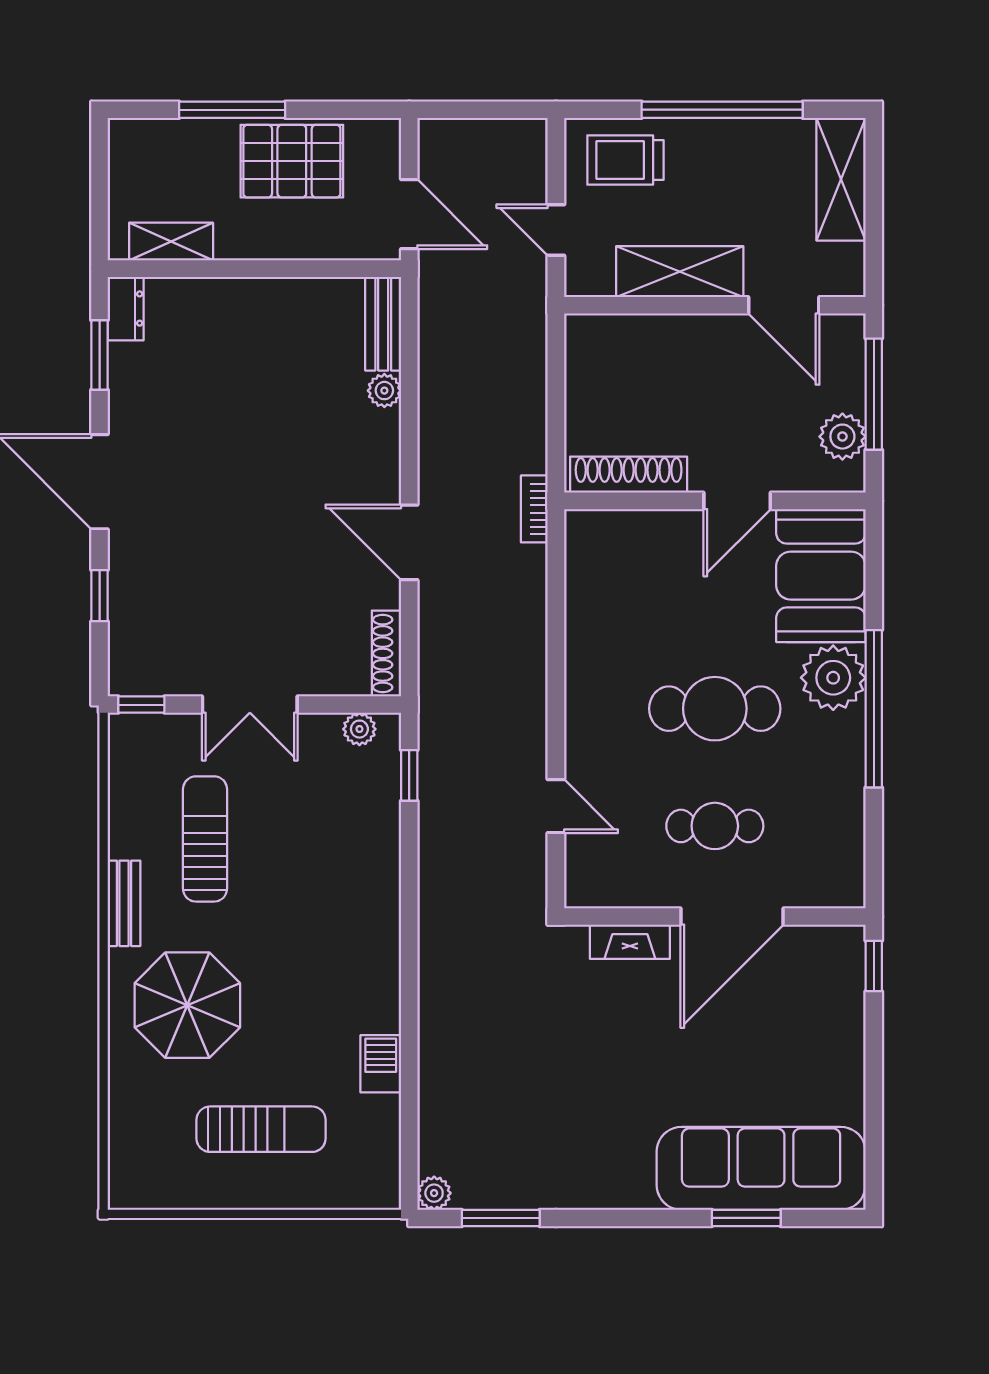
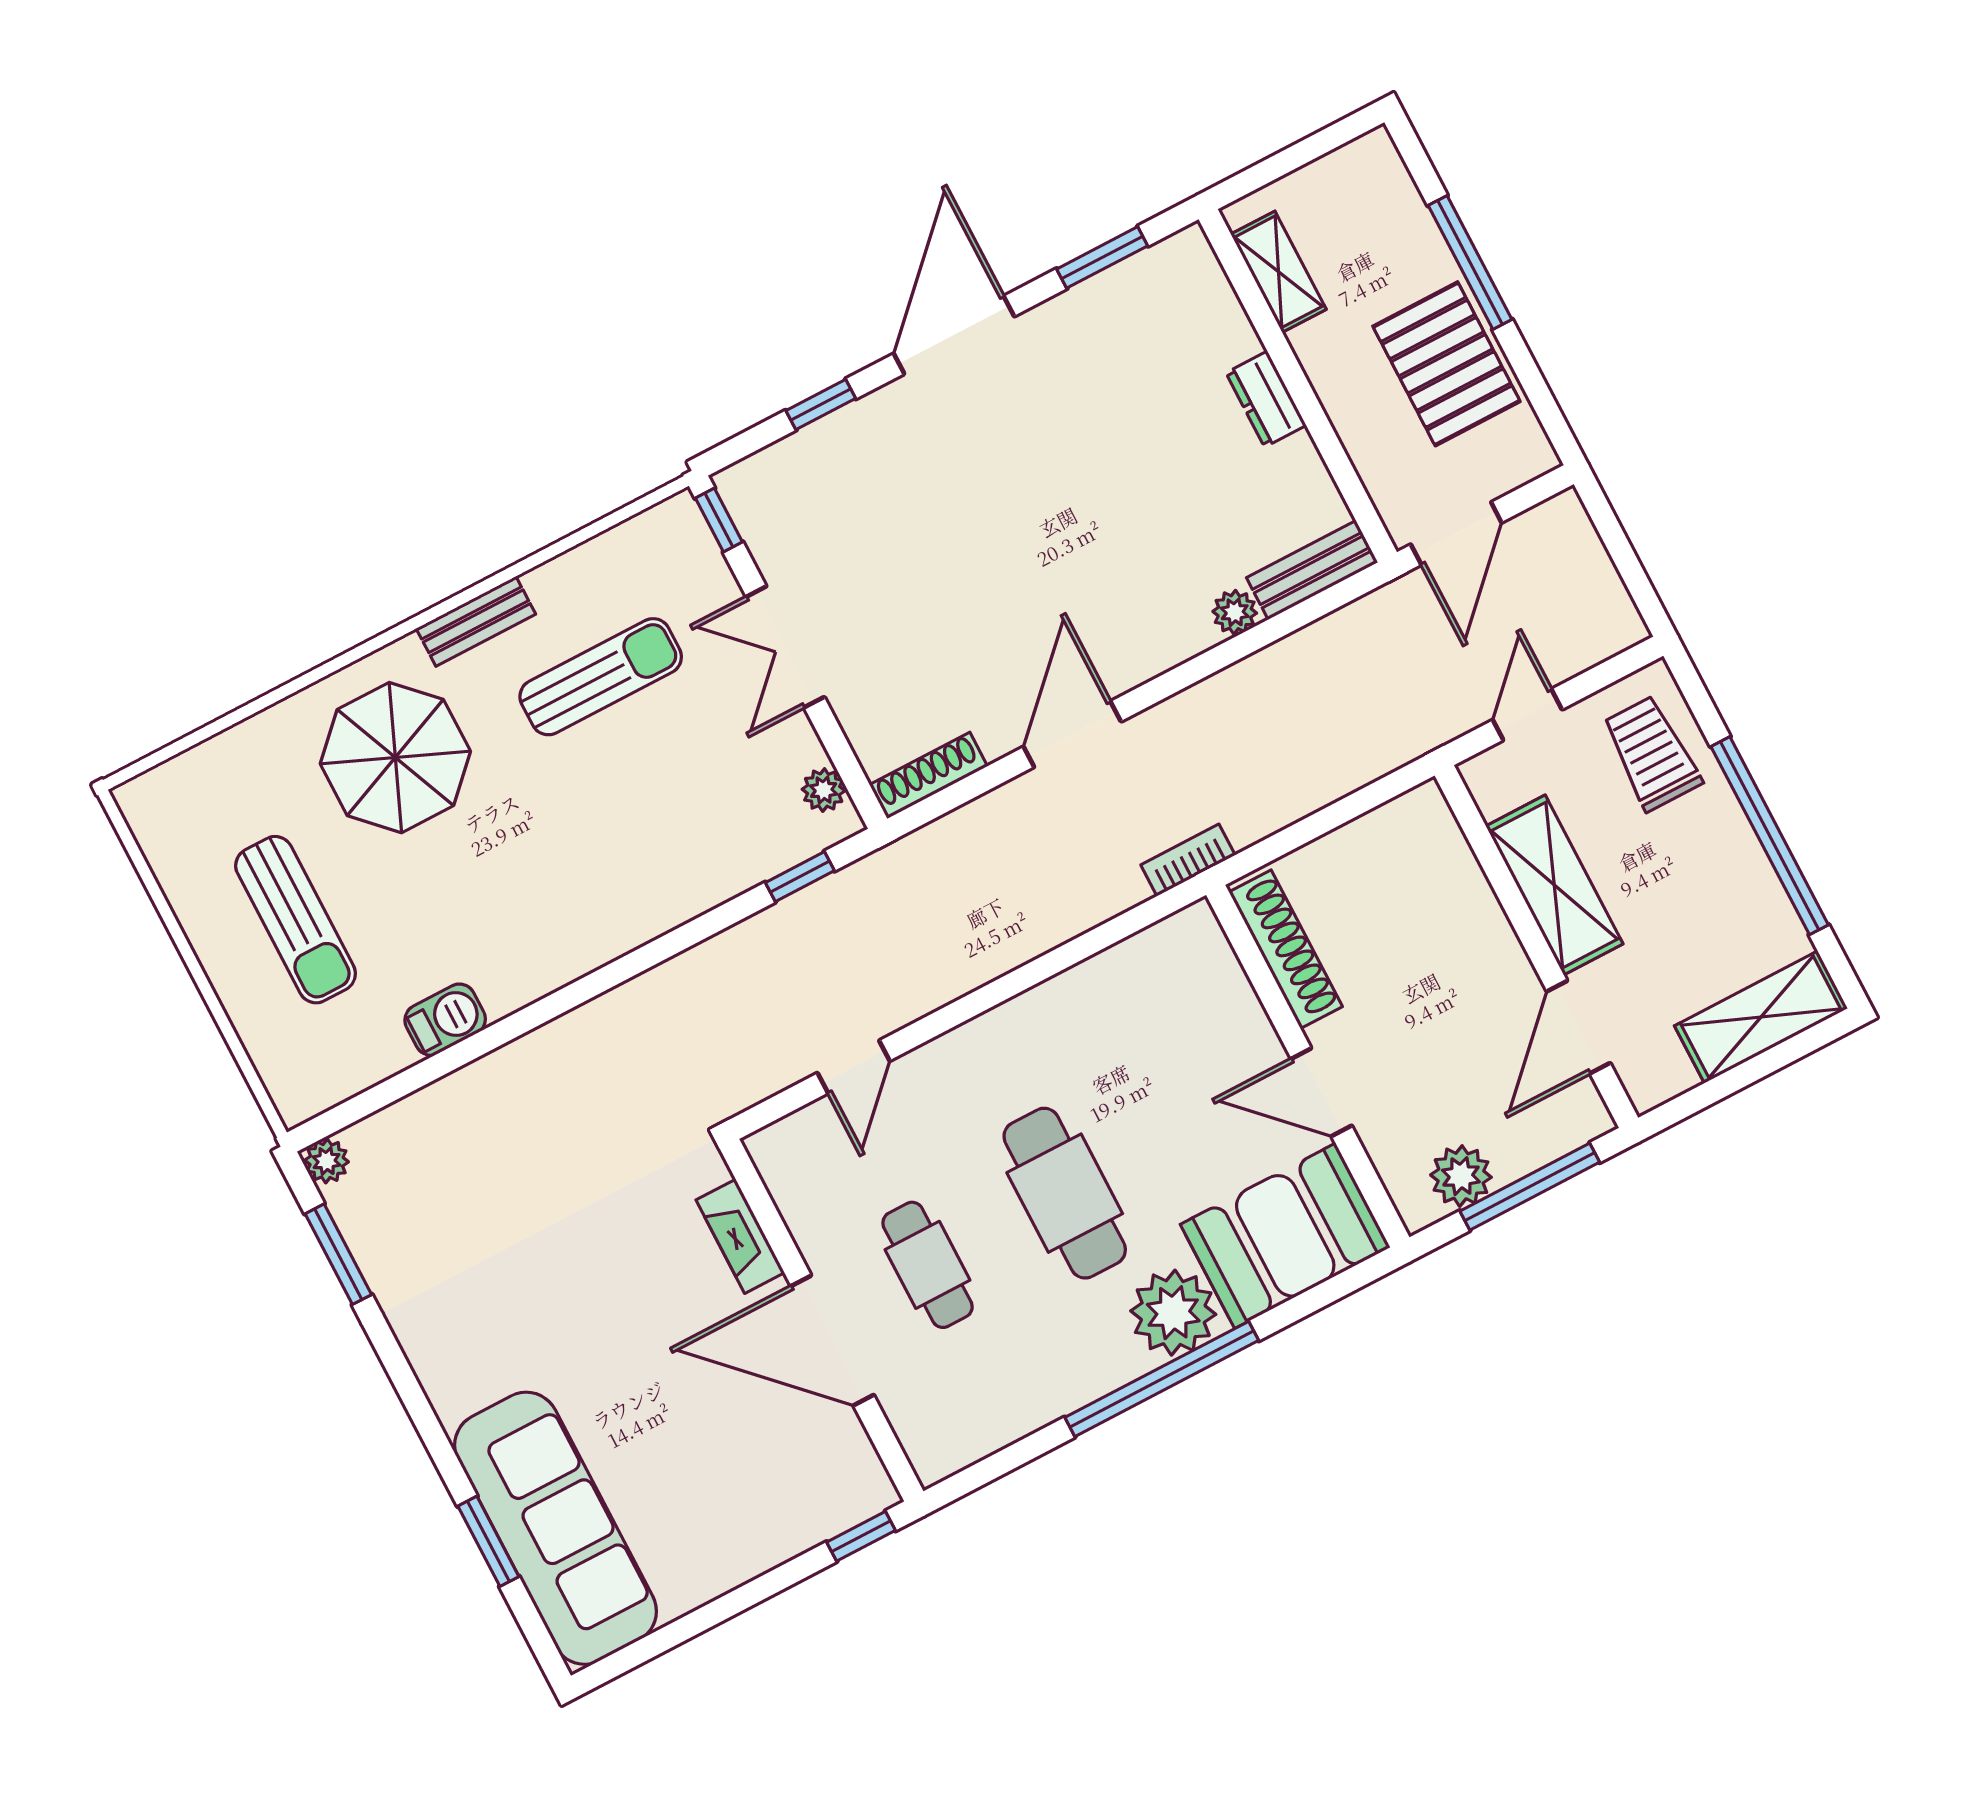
dresser: (126, 309) -> (1266, 399), moved, turned 90

